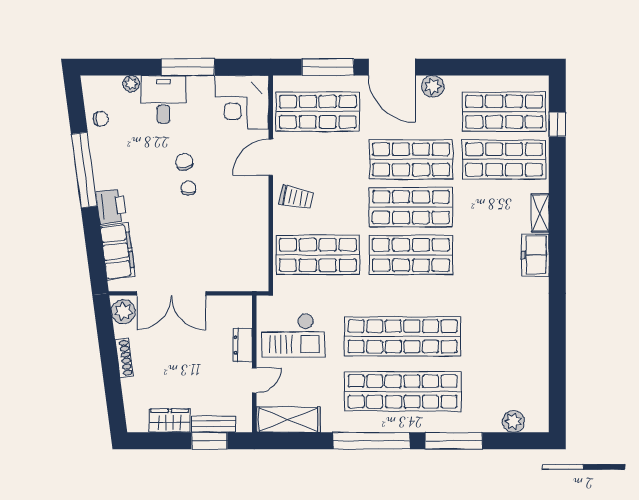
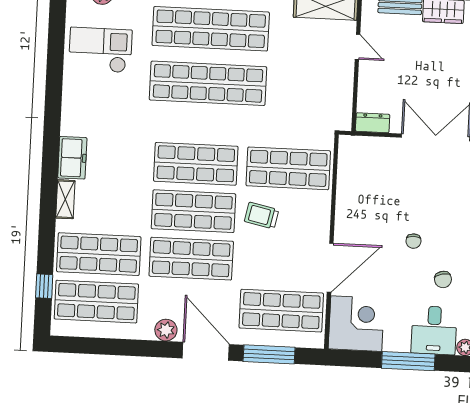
door: (271, 157) -> (330, 268), width x1.36
chair: (184, 162) -> (443, 279), moved
trolley: (296, 197) -> (262, 216), moved
checkout: (293, 335) -> (100, 50), moved
dresser: (243, 345) -> (373, 123), moved, turned -90
door: (254, 380) -> (357, 47), swing flipped

